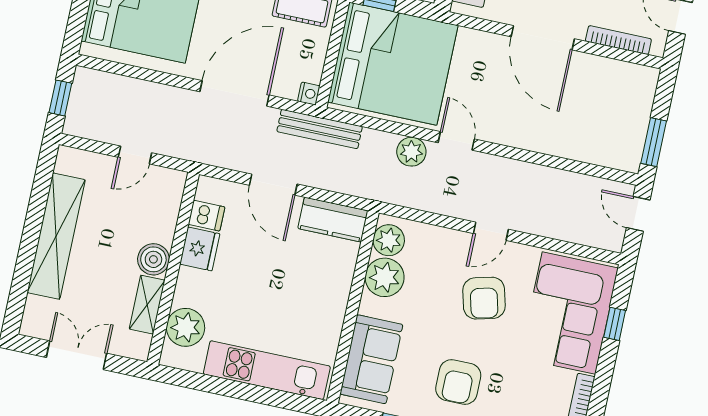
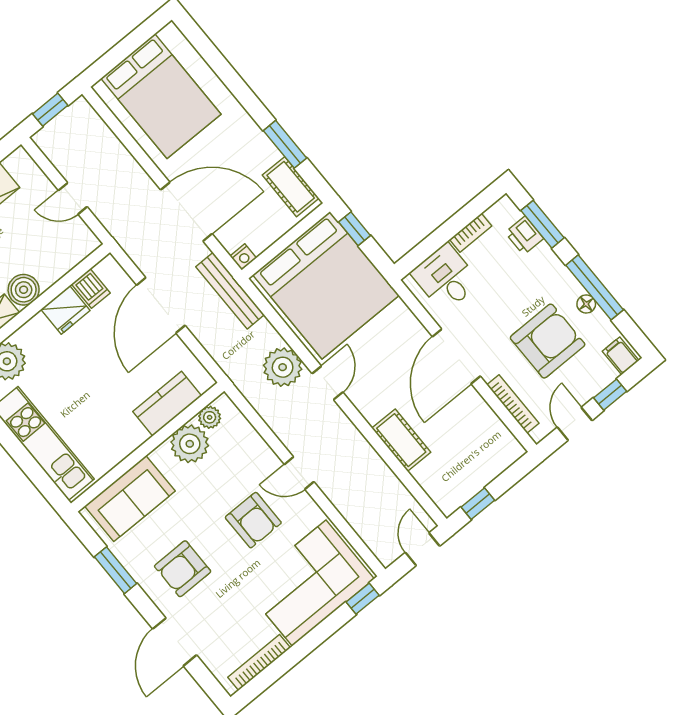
cot: (552, 140) -> (401, 440), added
window: (654, 142) -> (478, 504), width x0.67
plant: (411, 152) -> (283, 367), width x1.36, depth x1.36
door: (273, 185) -> (161, 305), width x1.36
kitchen counter: (333, 220) -> (167, 404), moved, turned 90
plant: (389, 240) -> (210, 417), width x0.73, depth x0.73
armchair: (484, 298) -> (253, 520), turned -76
window: (615, 324) -> (363, 599), moved

